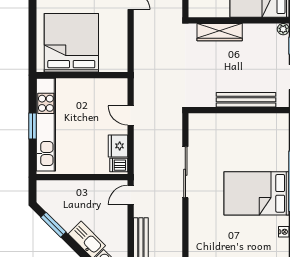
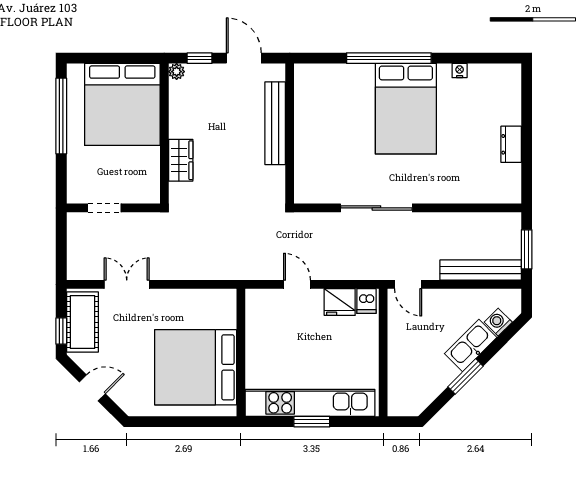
wardrobe: (220, 32) -> (181, 160), width x0.67
door: (131, 115) -> (297, 284), swing flipped
window: (53, 225) -> (465, 376), moved

